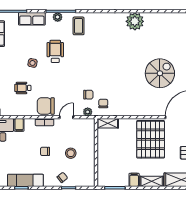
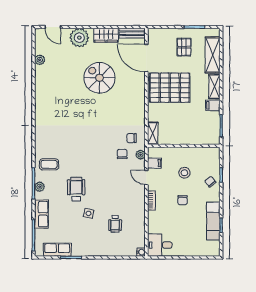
plant: (135, 21) -> (40, 60), moved, width x0.53, depth x0.53
wheelchair: (55, 51) -> (76, 189), turned 90
chair: (46, 106) -> (134, 199), removed
filing cabinet: (19, 125) -> (154, 163), moved

